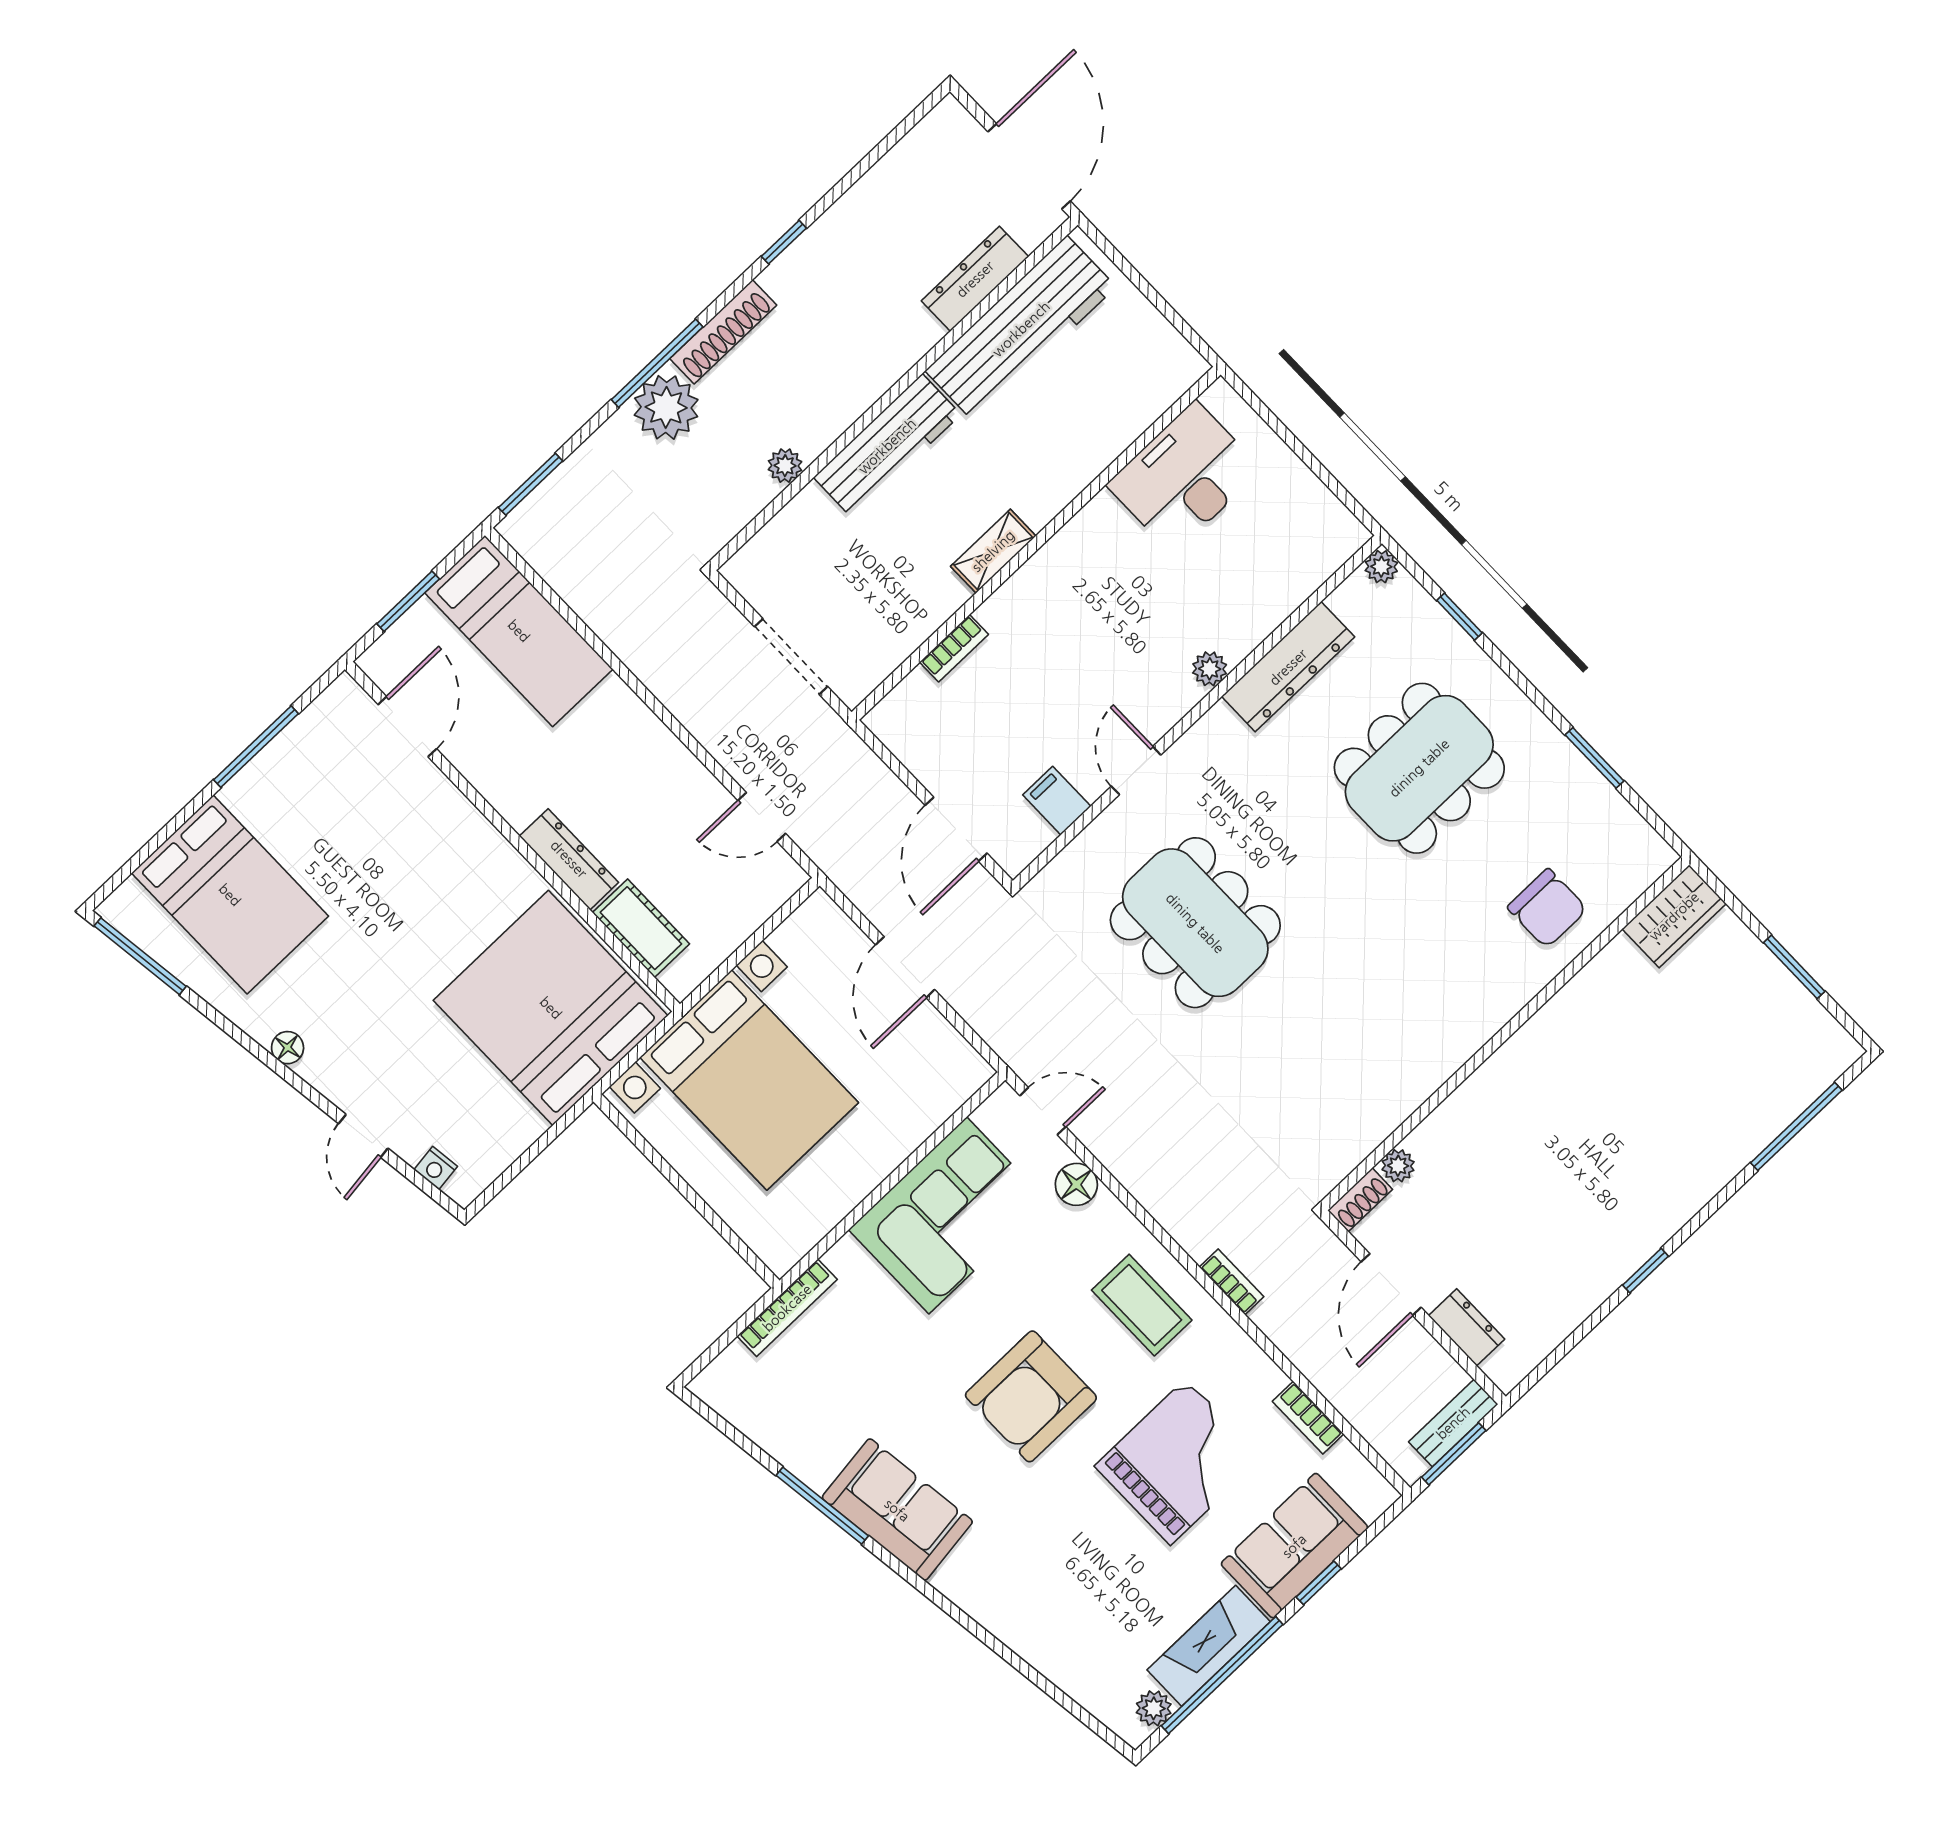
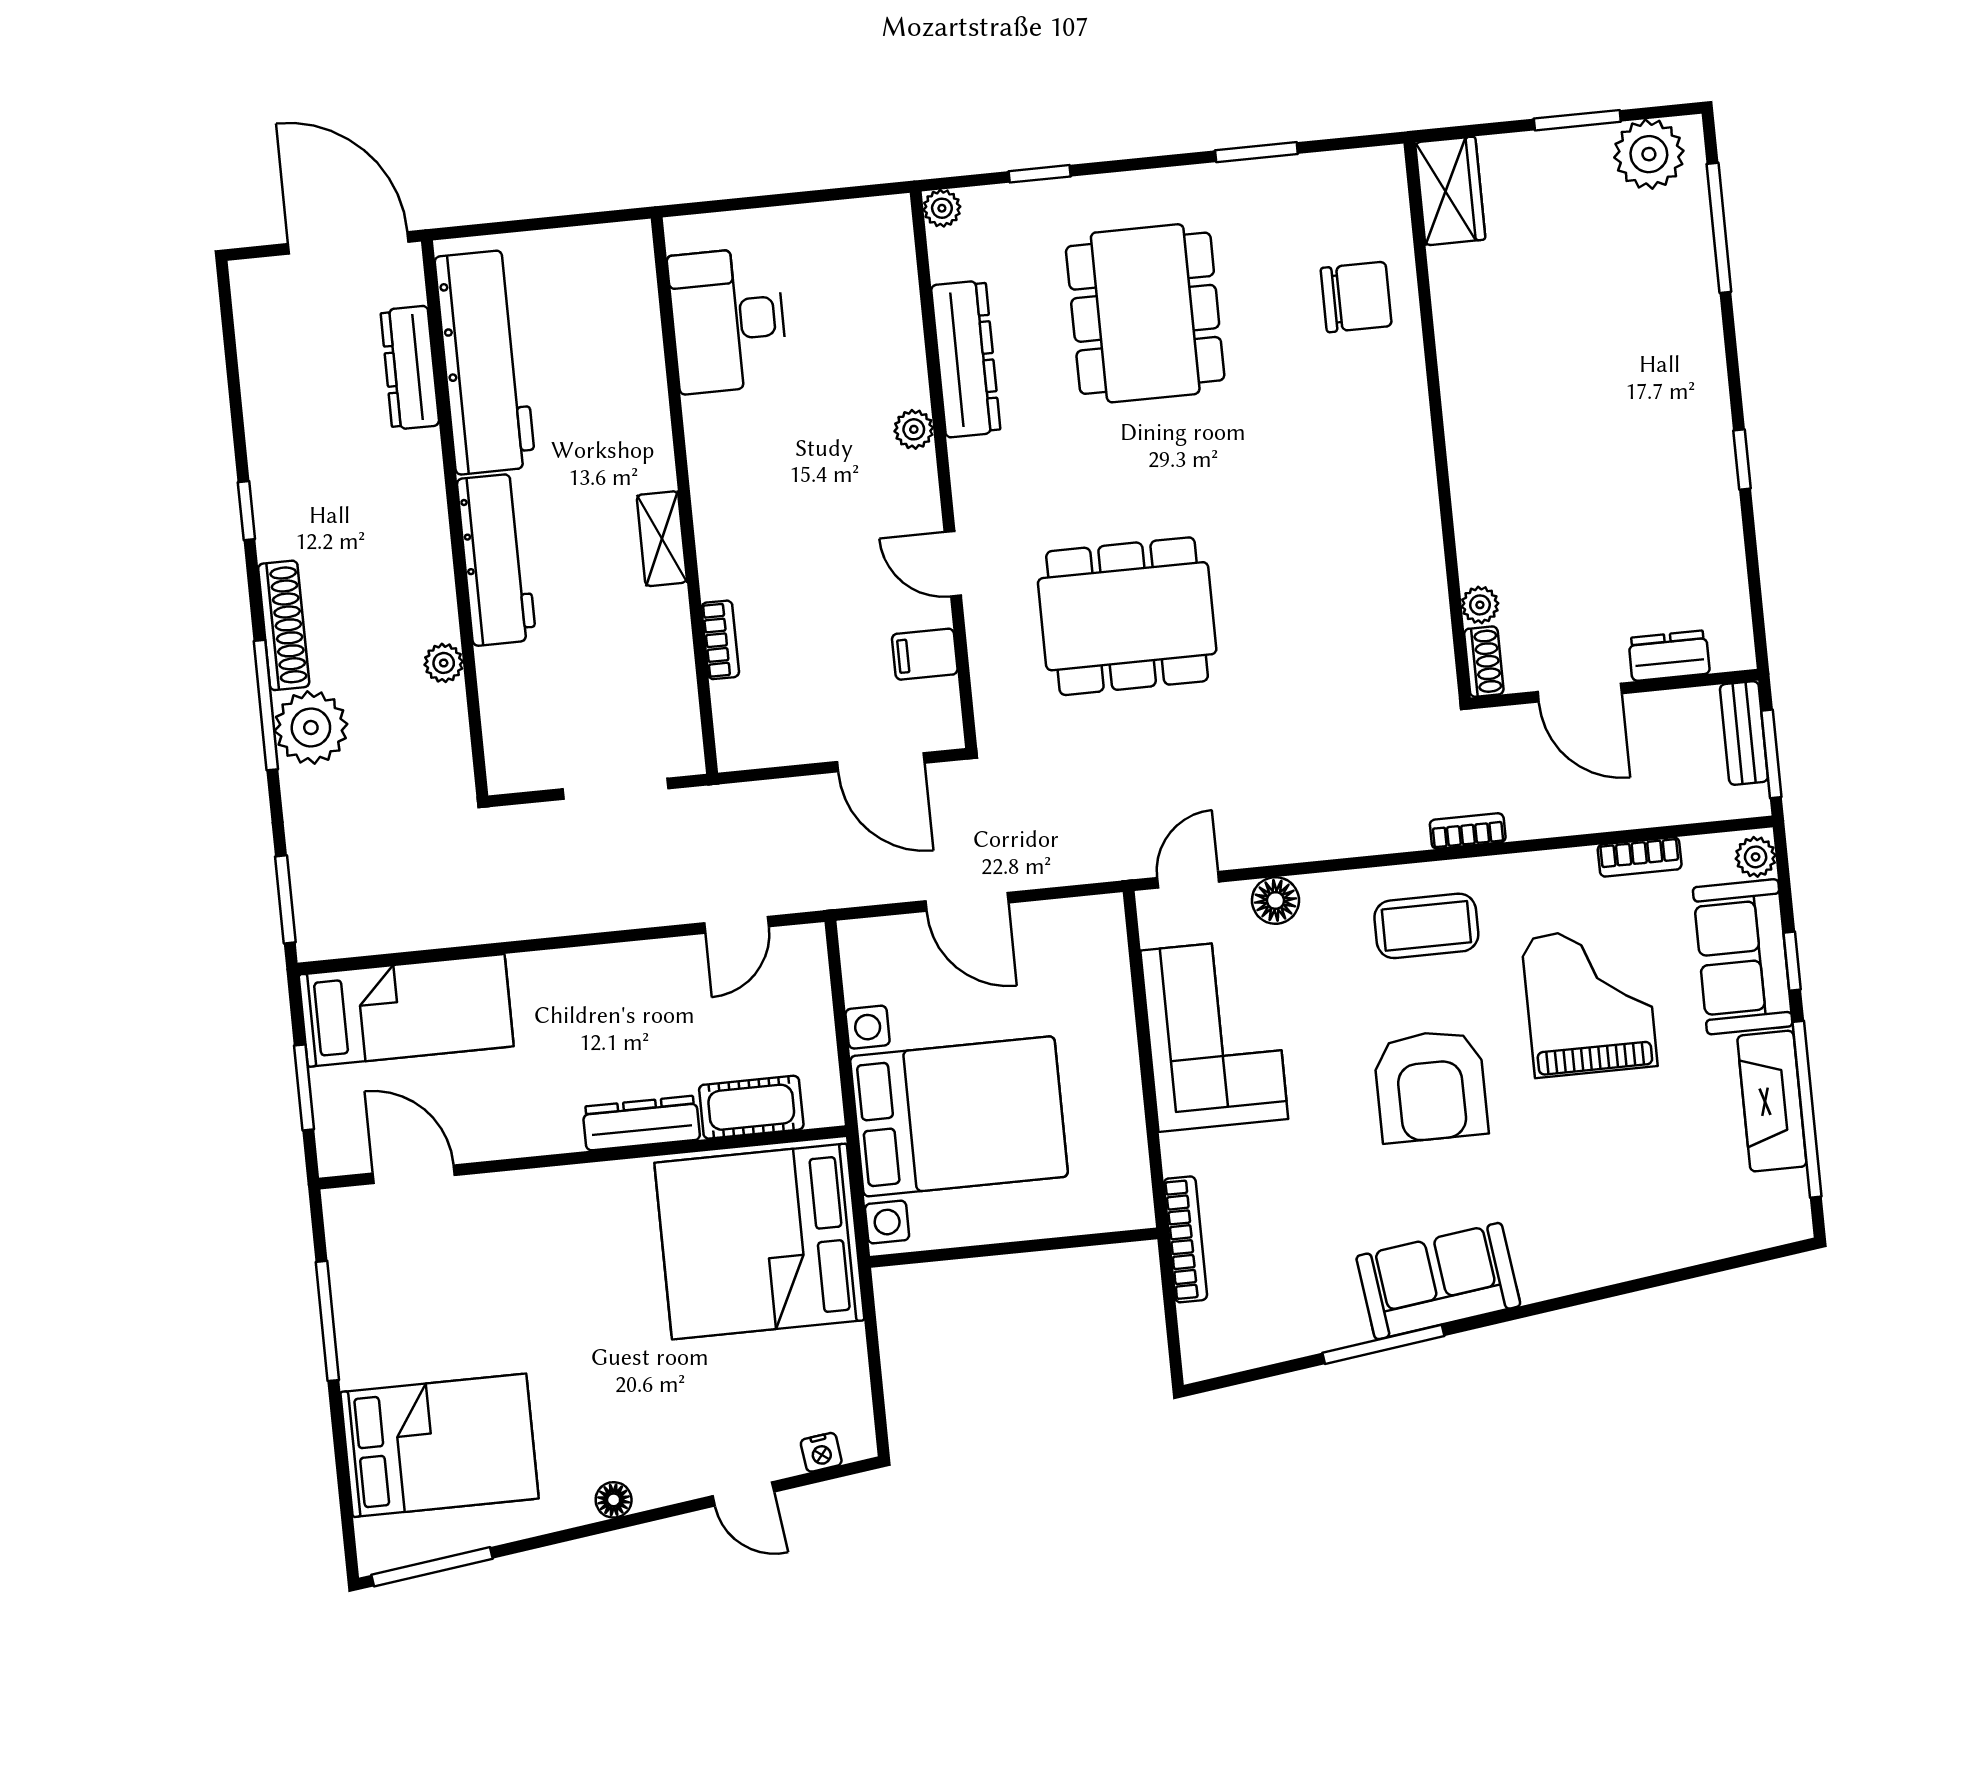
plant: (1810, 1036) -> (1649, 154), added
plant: (1154, 1708) -> (1756, 857), moved

